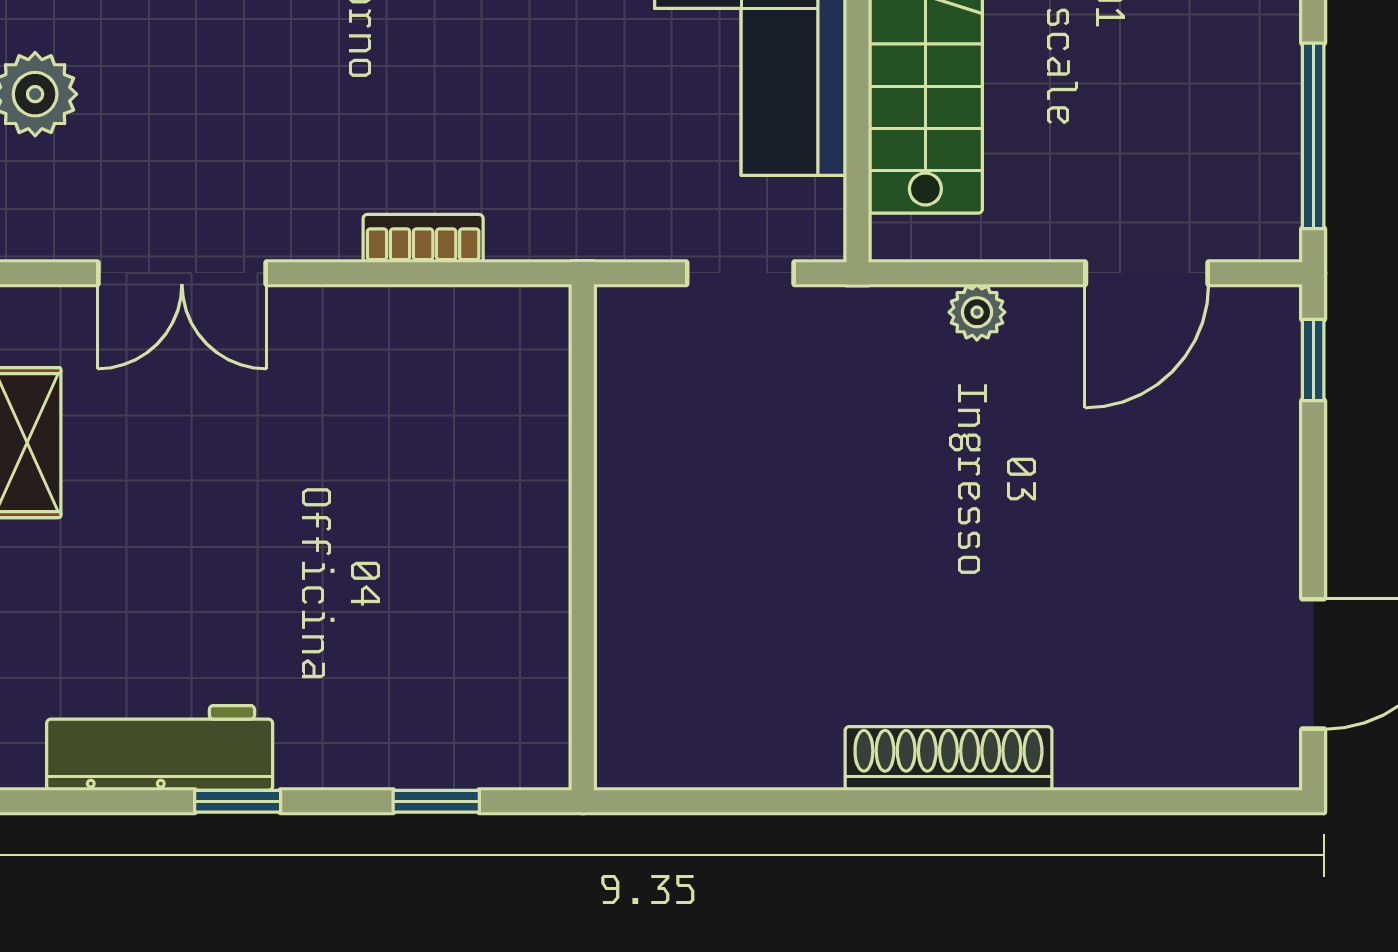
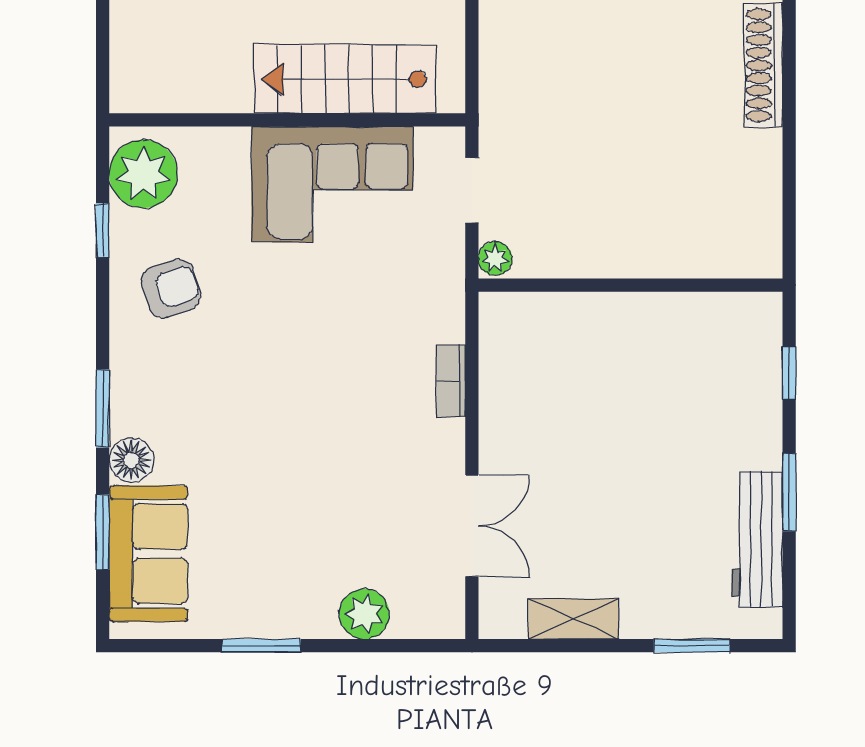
plant: (977, 312) -> (495, 258), moved
window: (238, 801) -> (789, 492), width x1.50

